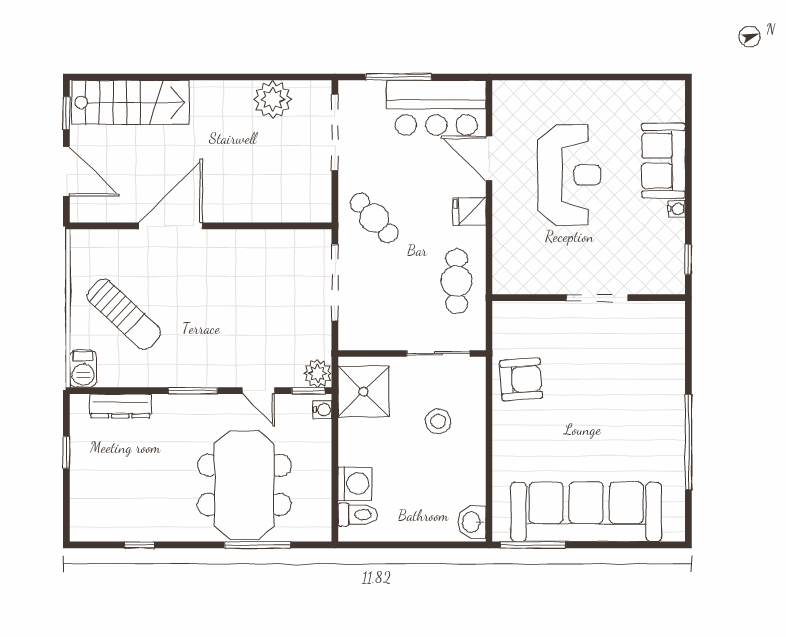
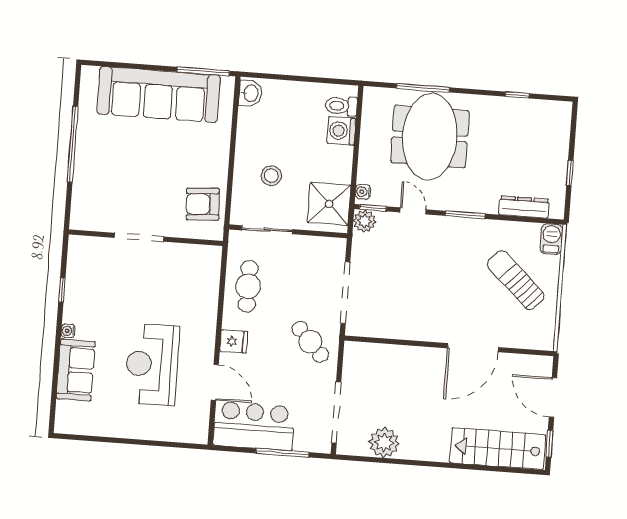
wall: (589, 298) -> (146, 238), moved
doorway: (597, 298) -> (139, 237), moved

